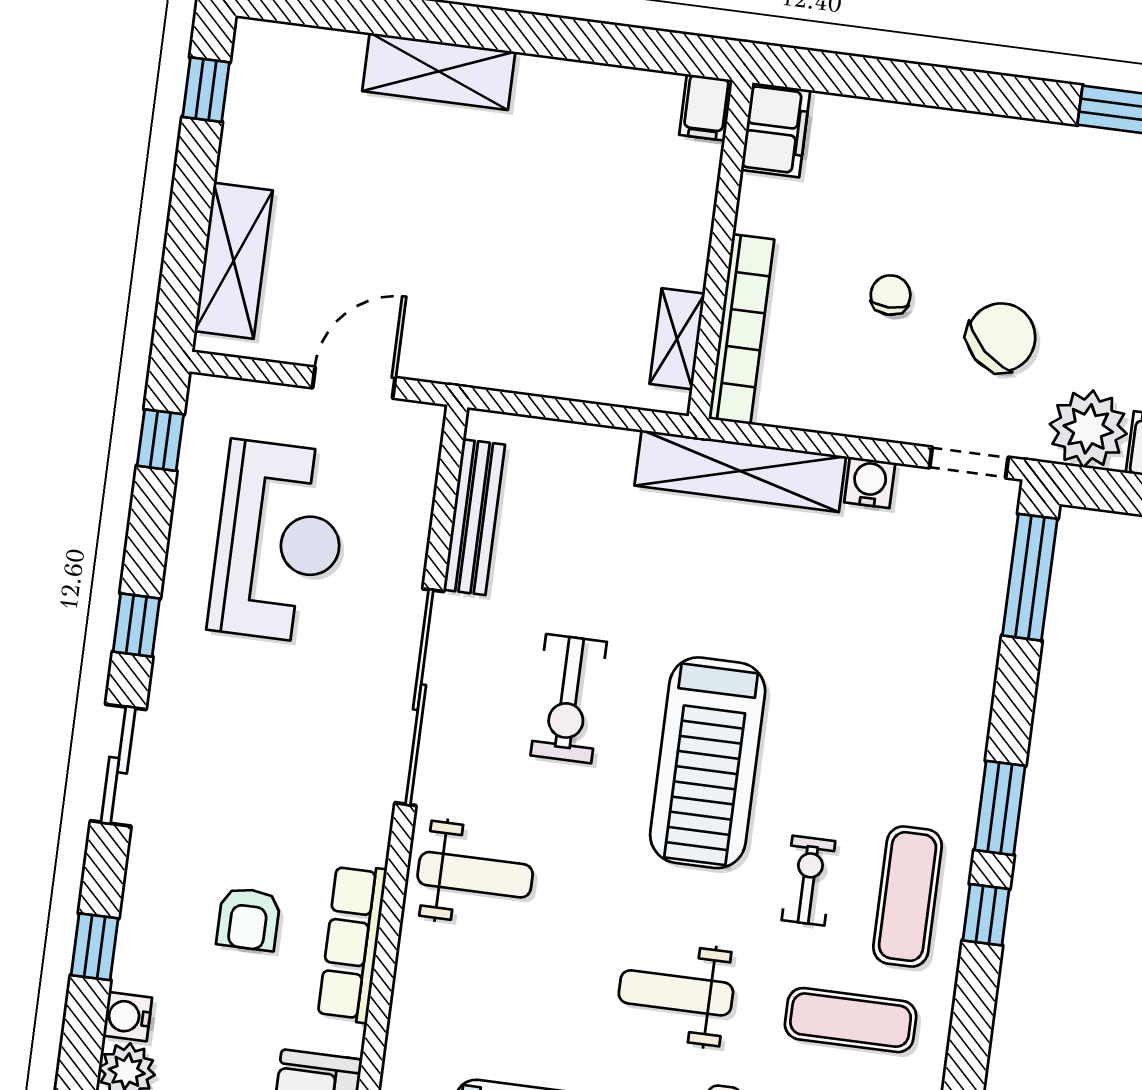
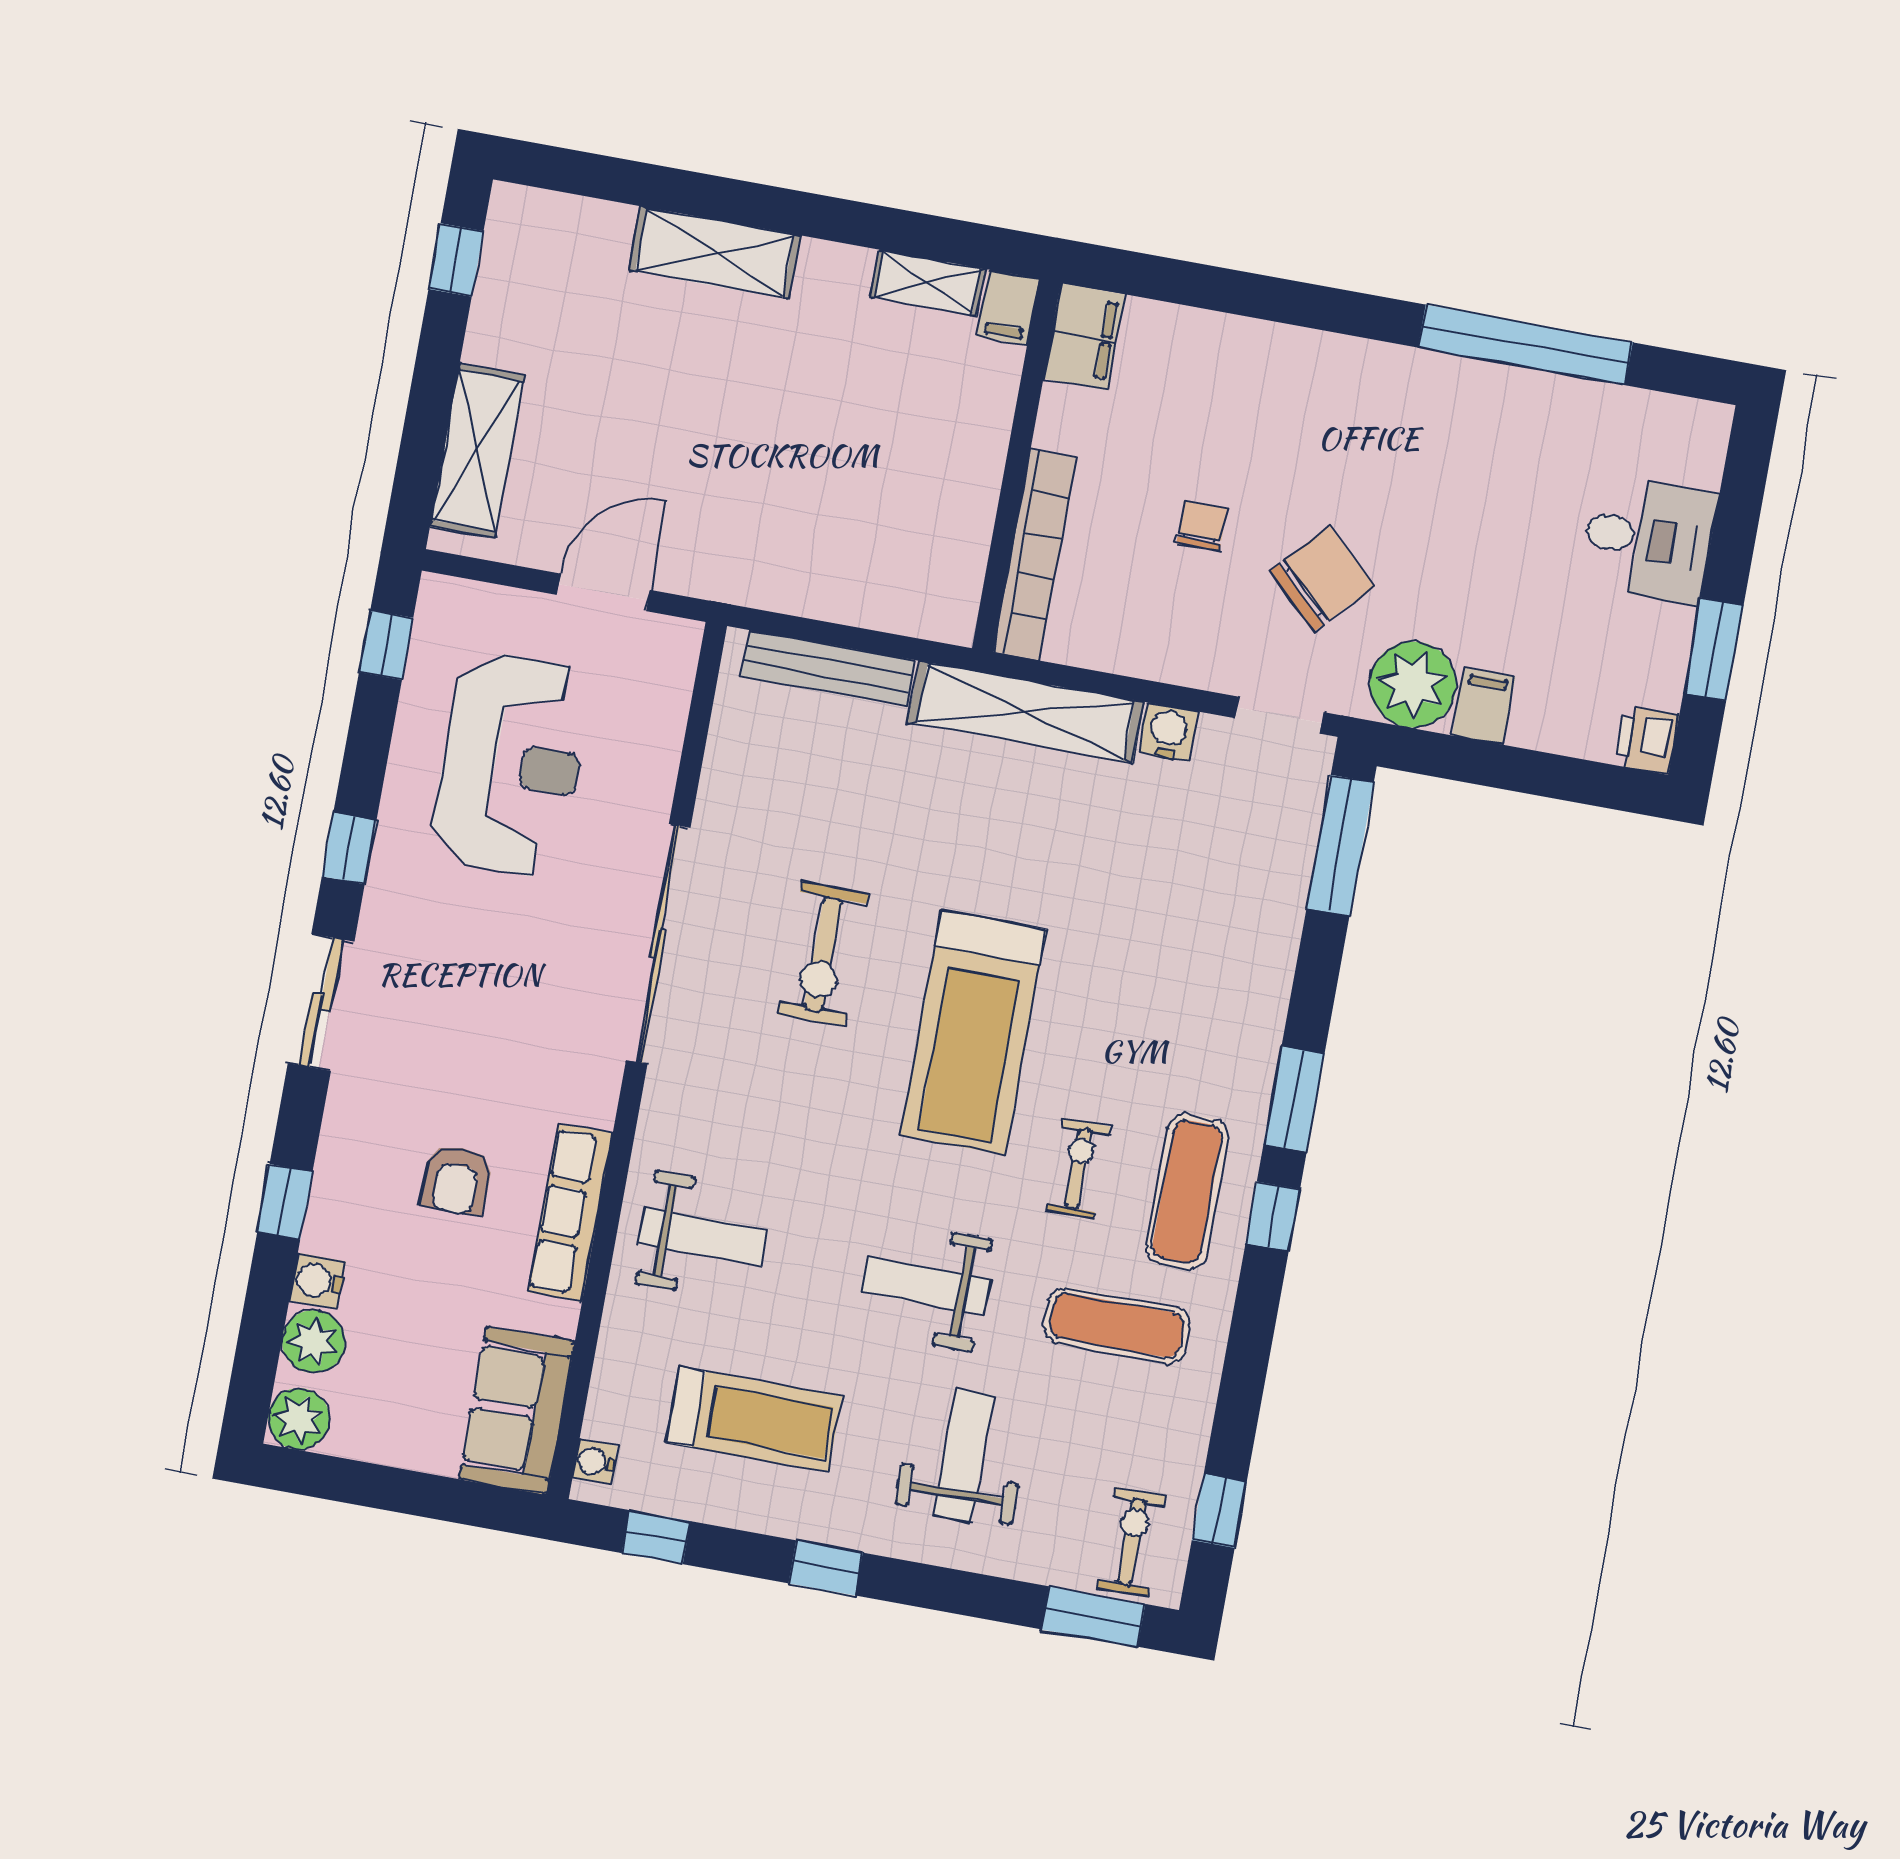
shelving: (677, 339) -> (928, 283), moved, turned 90
bench: (474, 517) -> (828, 668), moved, turned 90
weight bench: (475, 875) -> (703, 1237), moved

